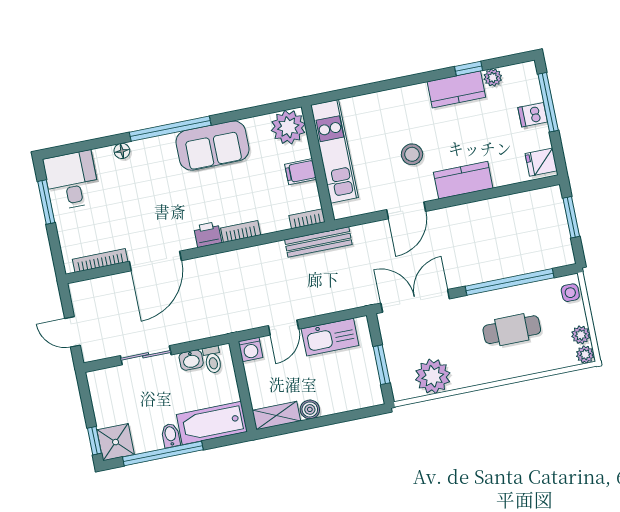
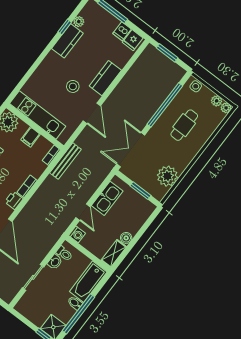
dishwasher: (533, 115) -> (122, 31), moved

